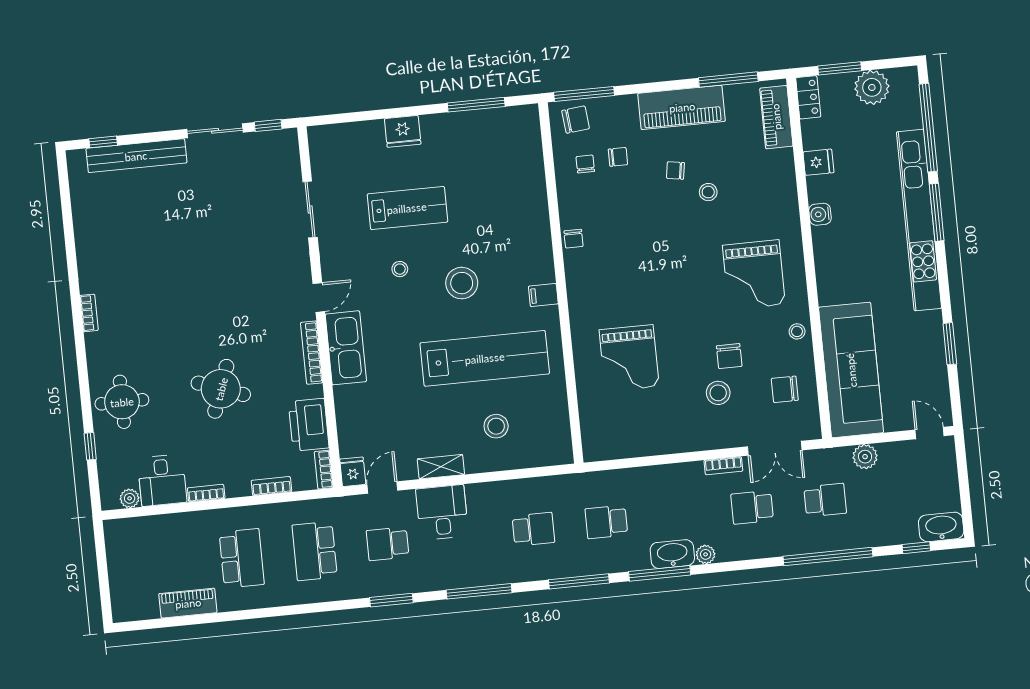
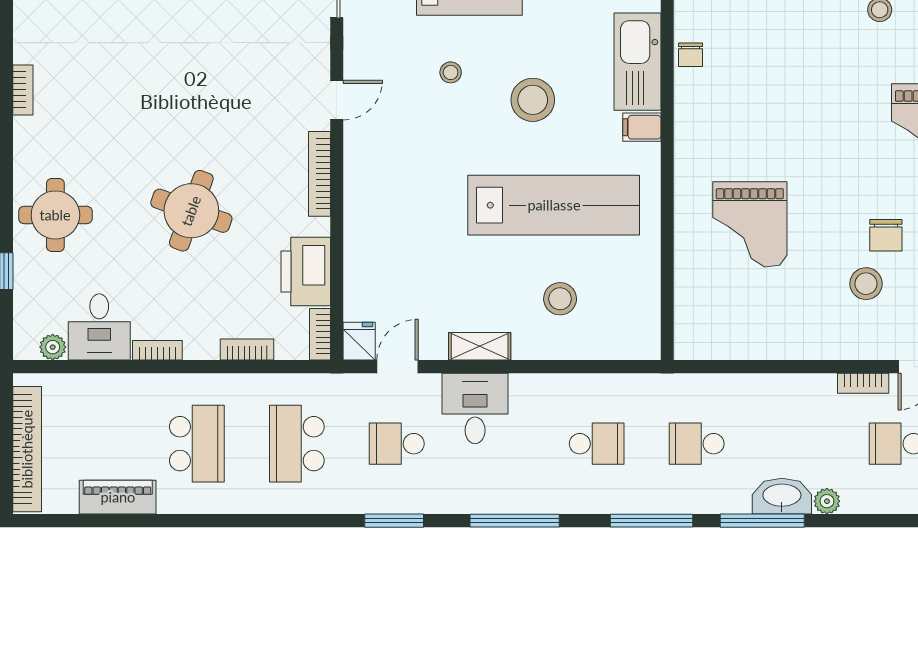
kitchen sink: (346, 348) -> (637, 62), moved, turned 180
bookcase: (118, 575) -> (27, 449), added

